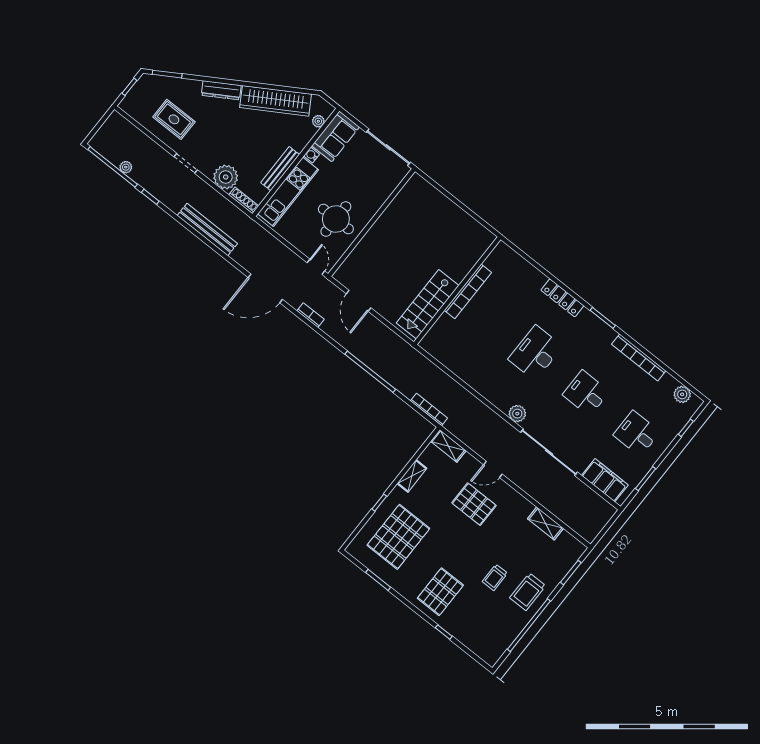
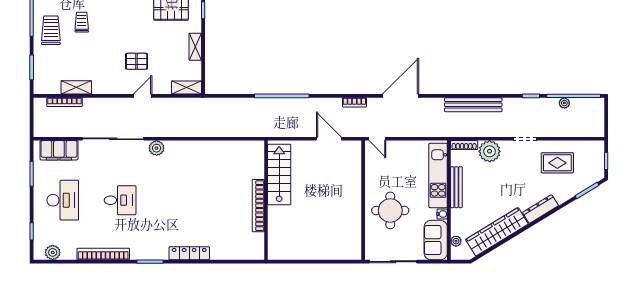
round table: (336, 219) -> (390, 210), moved
desk: (535, 353) -> (178, 200), removed
bookcase: (429, 410) -> (65, 102), moved
desk: (637, 433) -> (63, 200), width x1.37
pallet: (474, 504) -> (137, 61), width x0.67, depth x0.71

